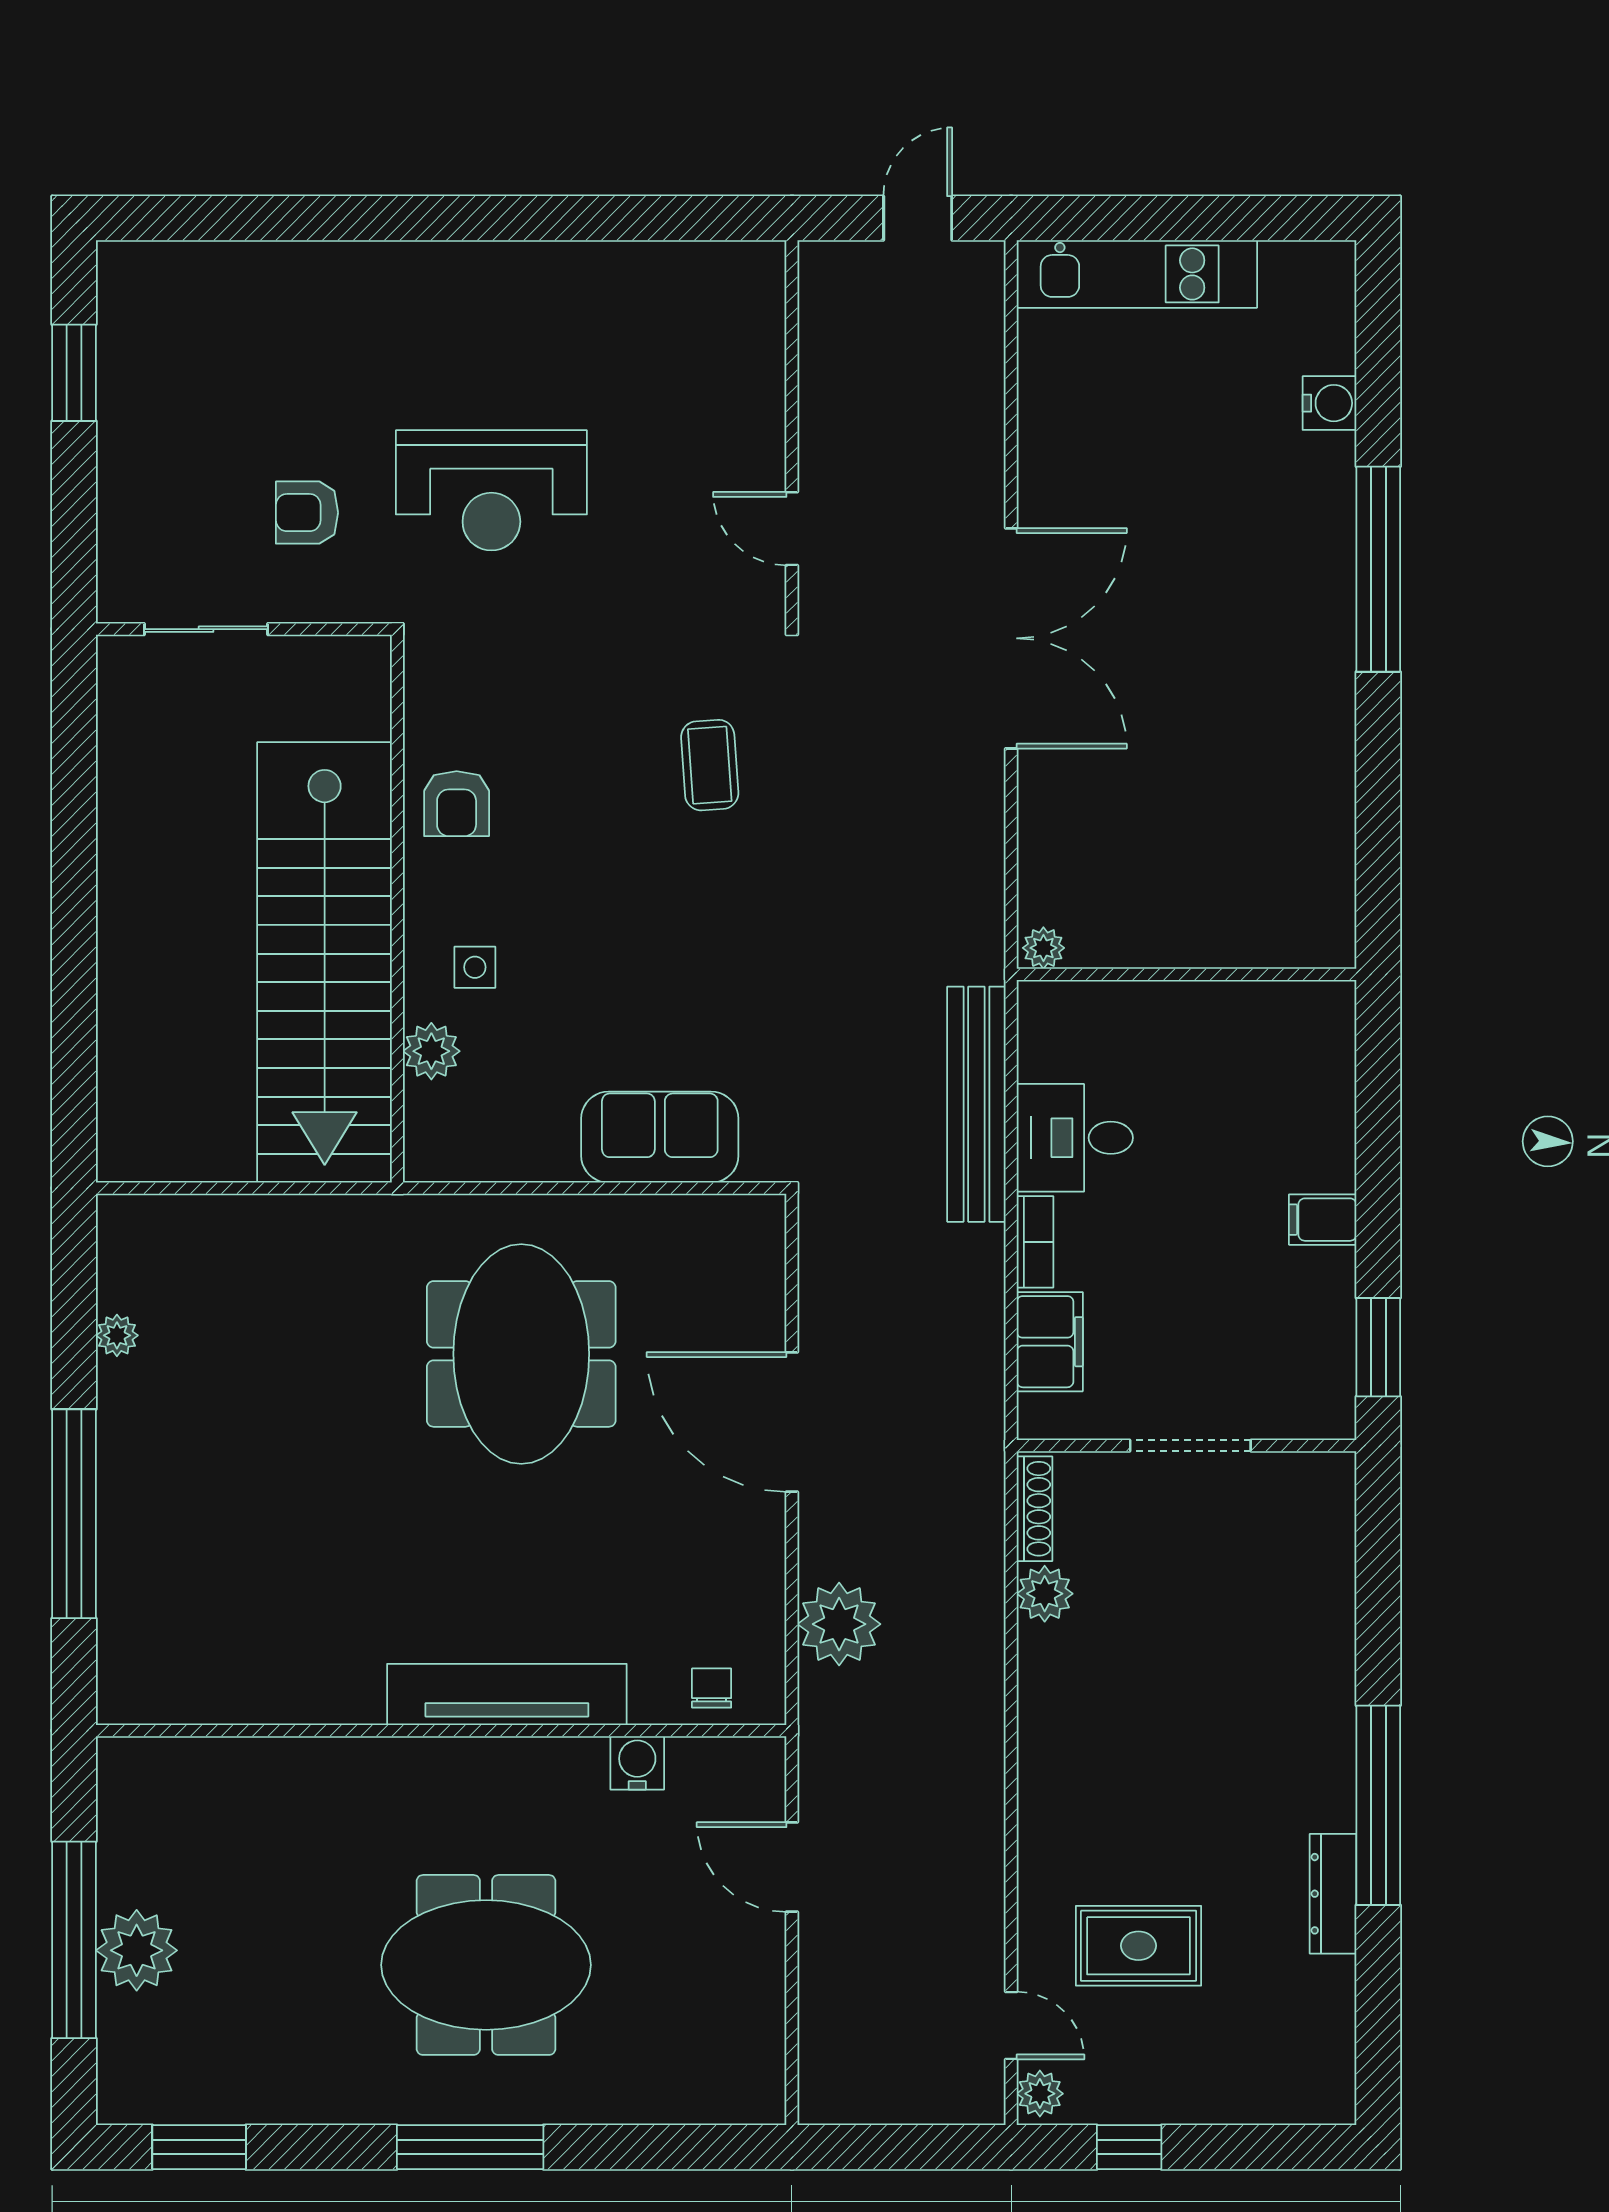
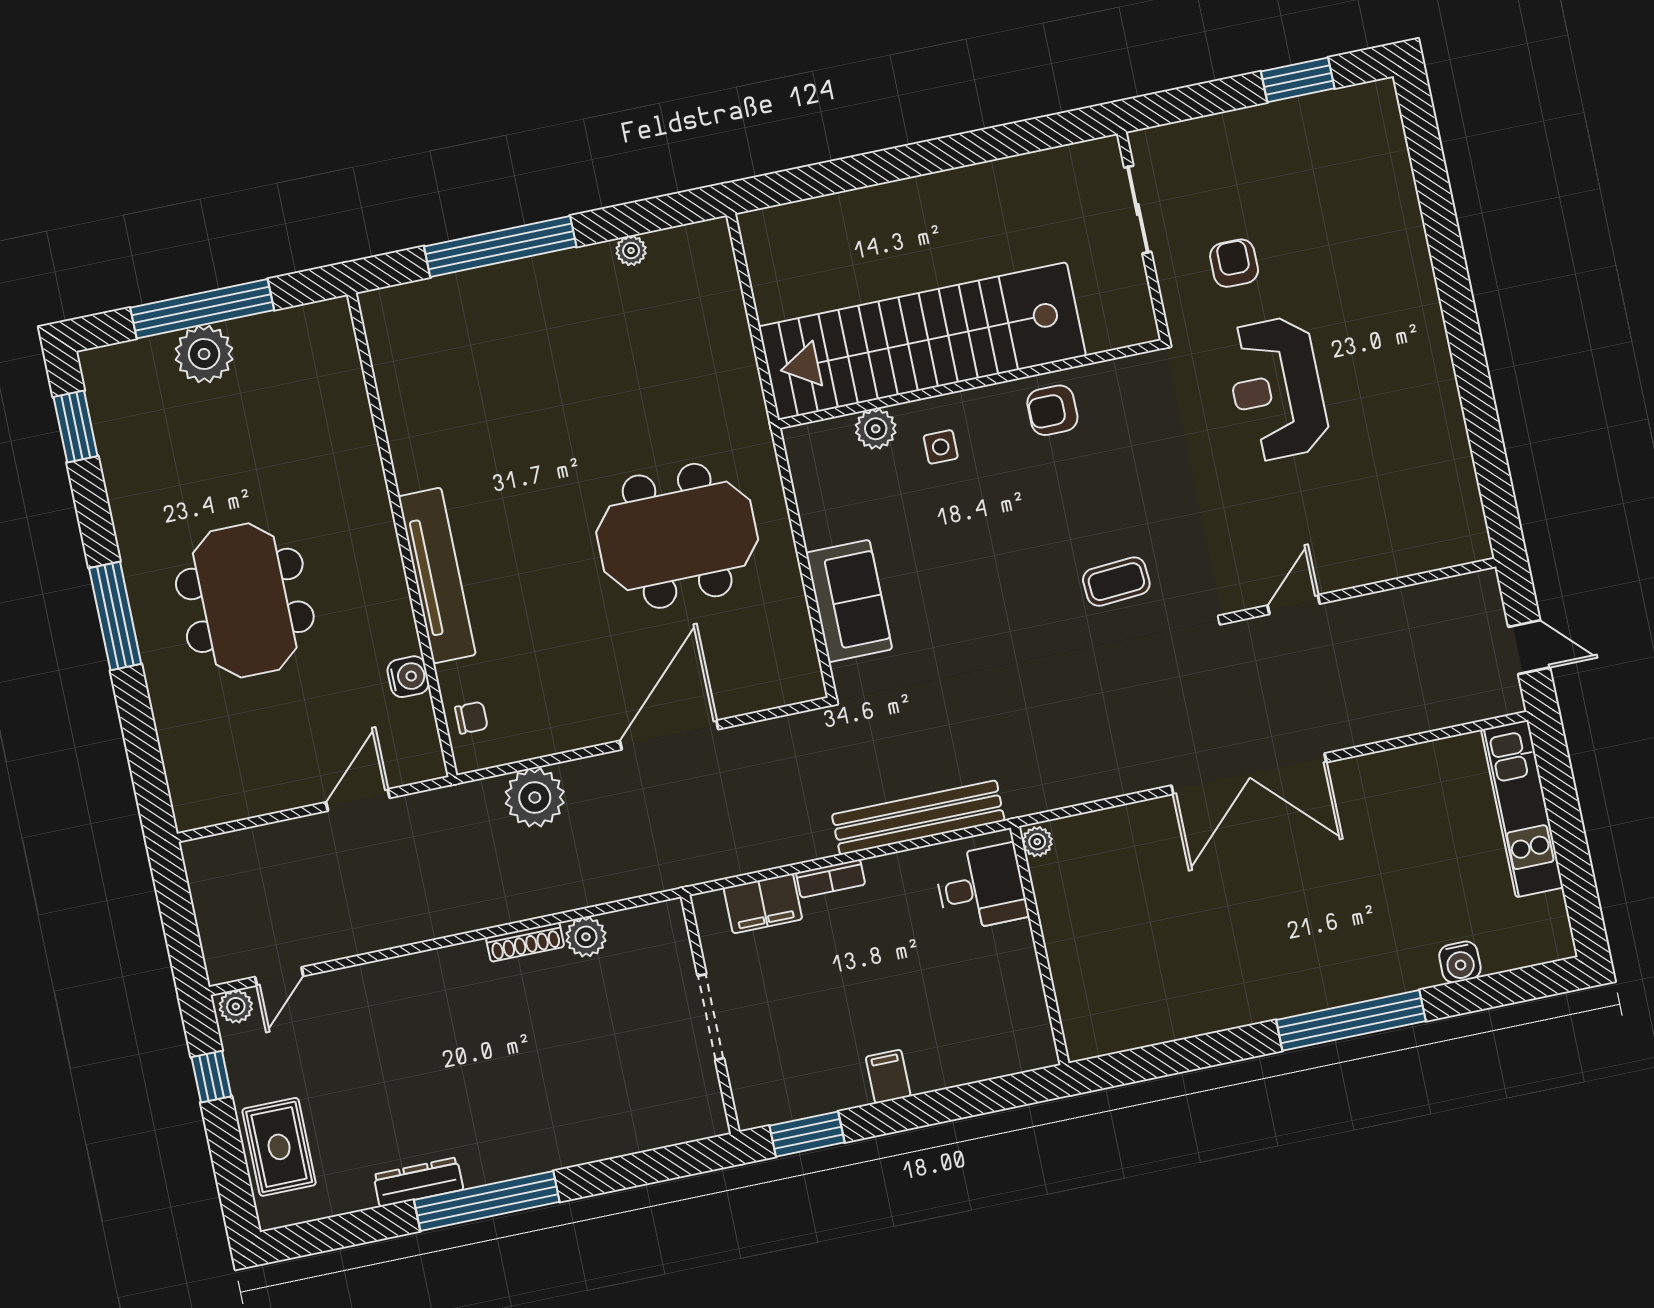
desk: (1075, 1138) -> (981, 888), moved, turned 90
shoe rack: (1034, 1509) -> (525, 942), moved
rug: (1138, 1946) -> (279, 1147), moved

